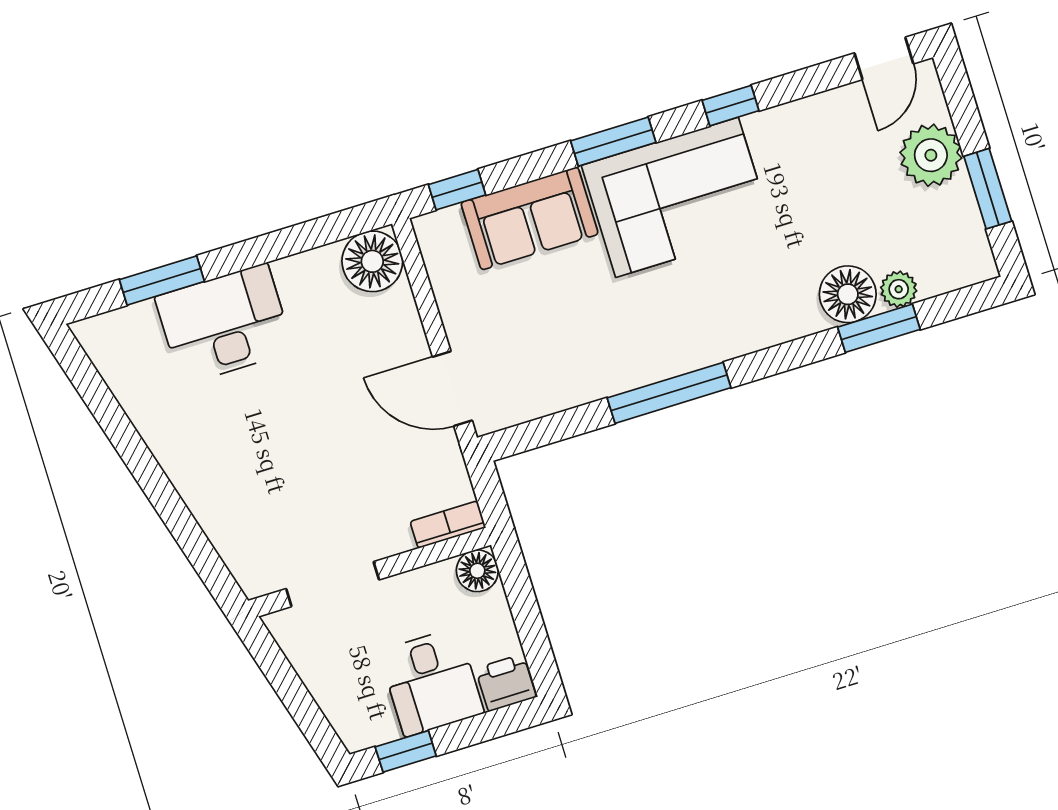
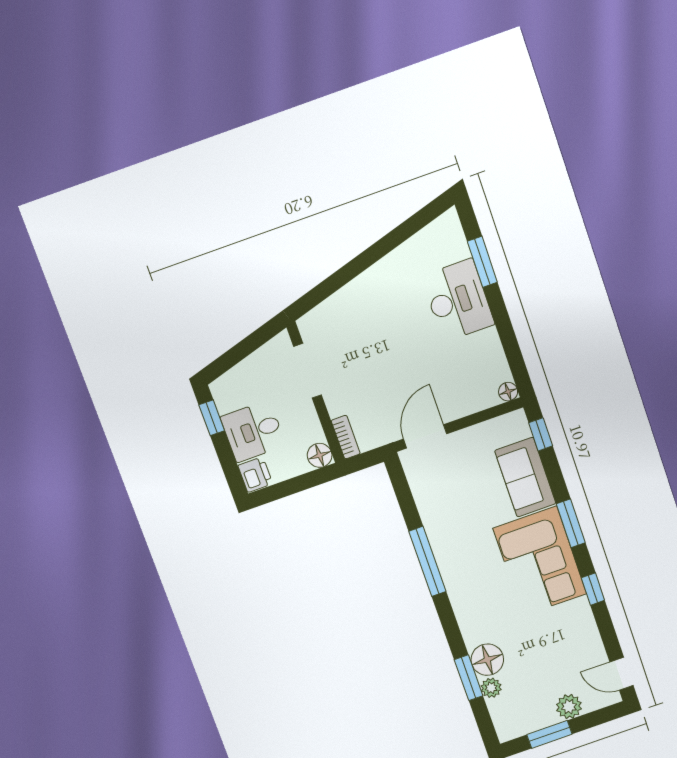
plant: (931, 155) -> (569, 707), width x0.73, depth x0.73
floor lamp: (372, 261) -> (508, 392), width x0.53, depth x0.53

